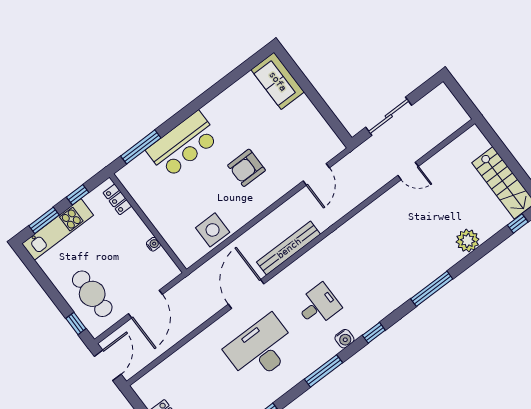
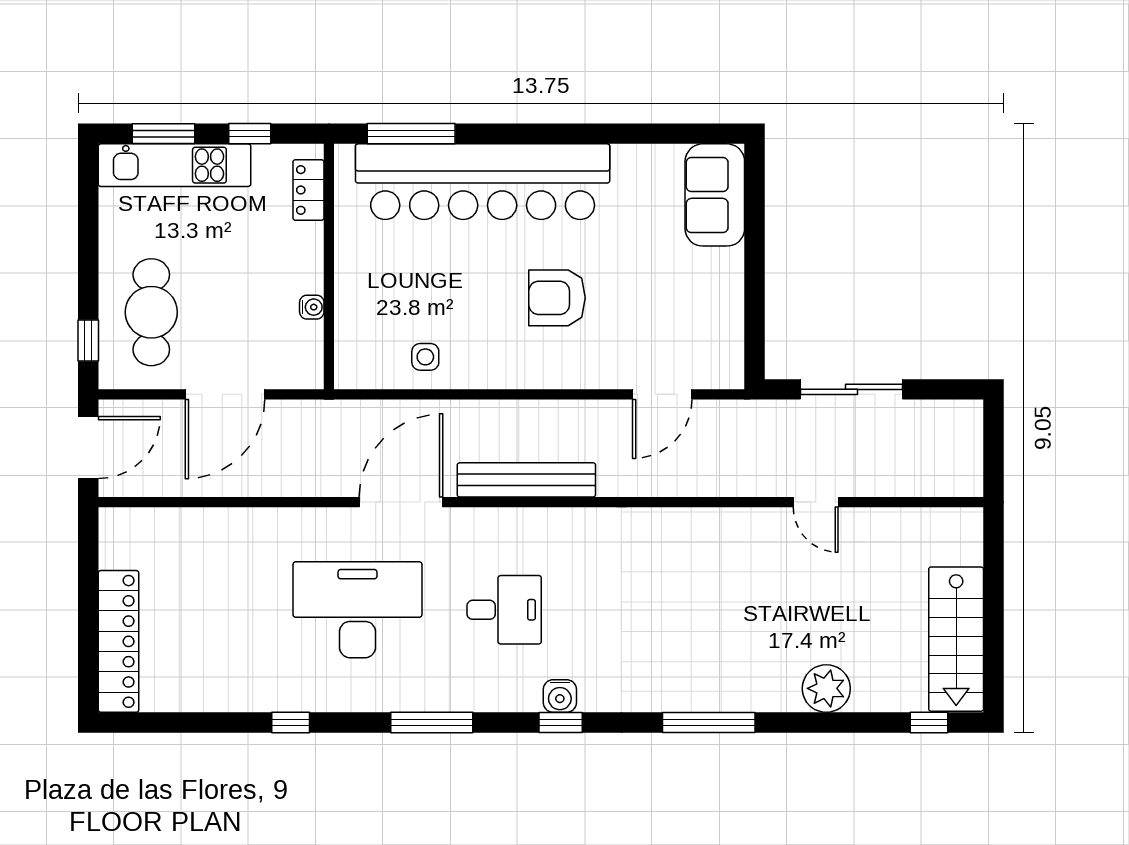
bar counter: (183, 144) -> (483, 182), width x1.86
side table: (213, 230) -> (425, 357), width x0.54, depth x0.54
water cooler: (344, 339) -> (560, 696), moved

